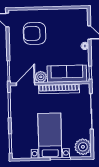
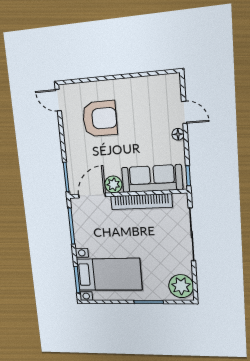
armchair: (35, 33) -> (100, 119), turned 180
bed with nightstands: (50, 135) -> (109, 274), moved, turned 90

